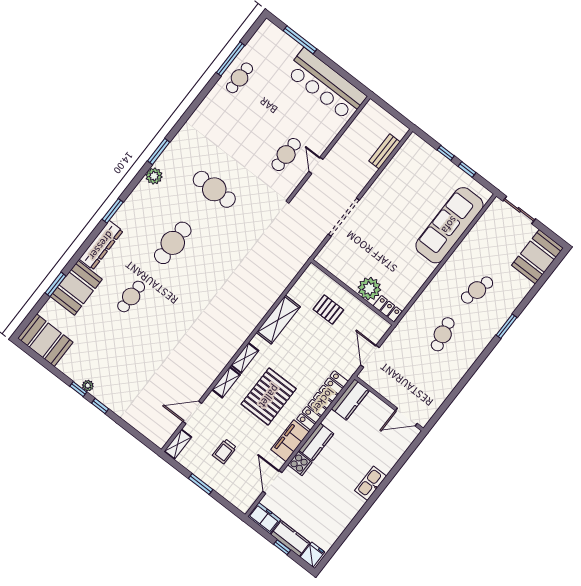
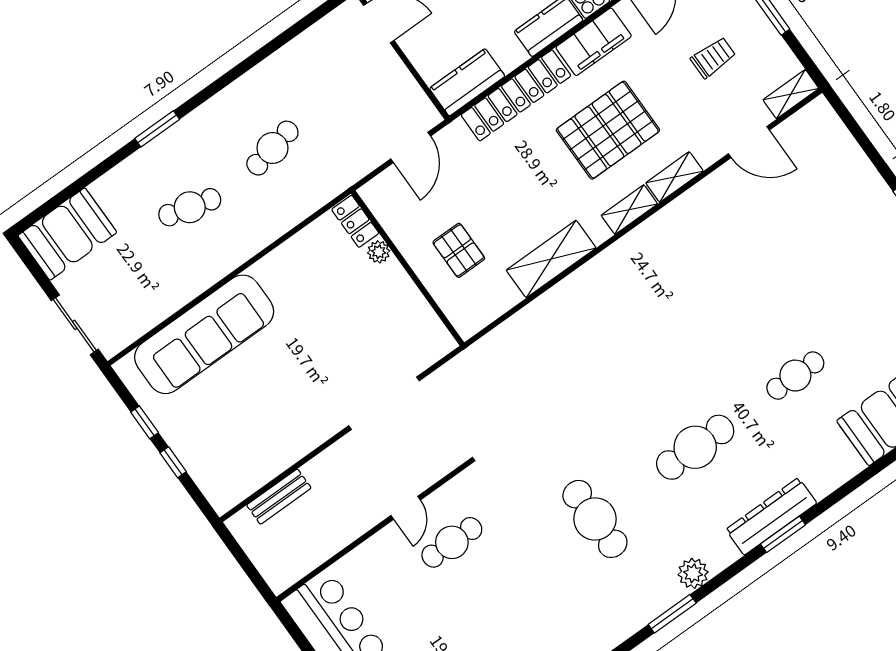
dresser: (101, 245) -> (771, 516), moved
plant: (369, 289) -> (379, 252), width x0.53, depth x0.53

